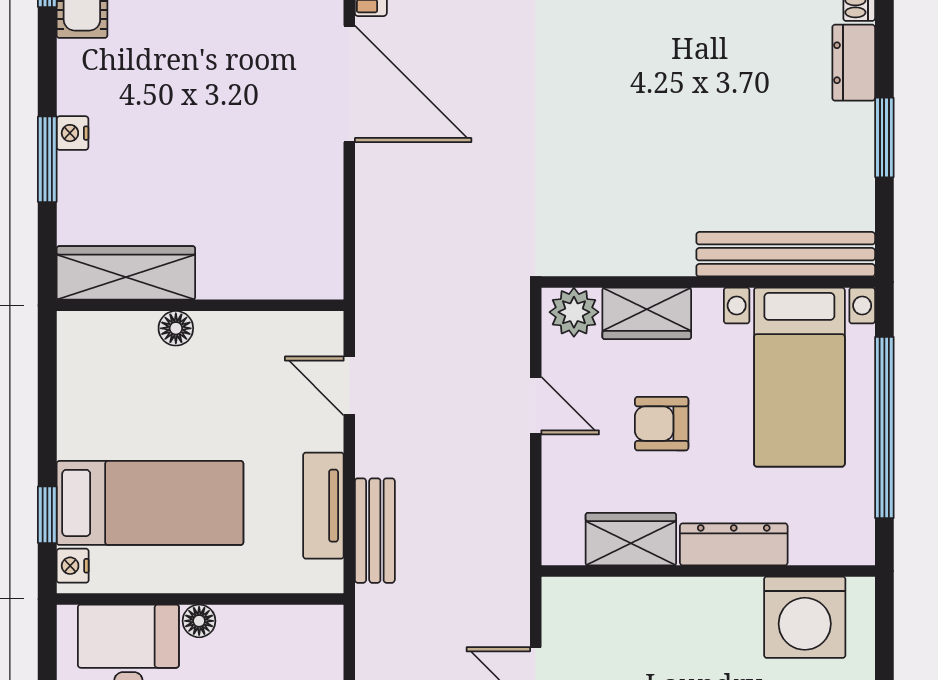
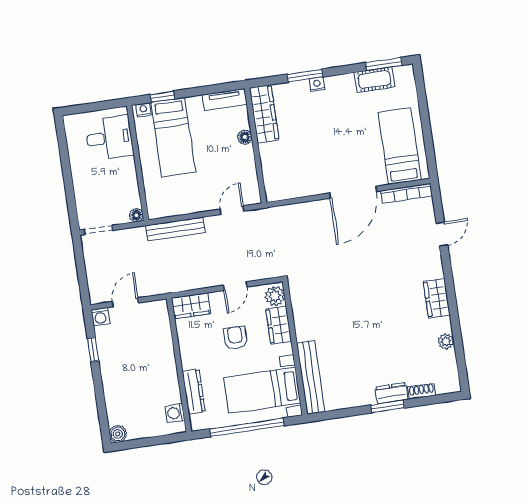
window: (884, 138) -> (388, 406), moved
tv unit: (323, 506) -> (225, 100), moved, turned 180
bench: (375, 531) -> (175, 229), width x1.36
wardrobe: (631, 539) -> (191, 306), moved, turned 90
dresser: (734, 544) -> (194, 391), moved
washing machine: (805, 617) -> (175, 413), width x0.53, depth x0.53
floor lamp: (199, 621) -> (136, 215), moved

